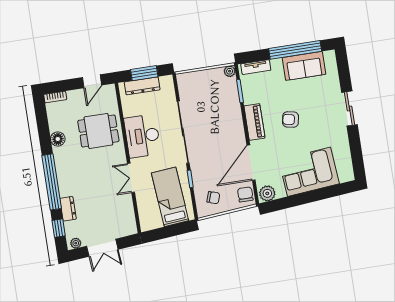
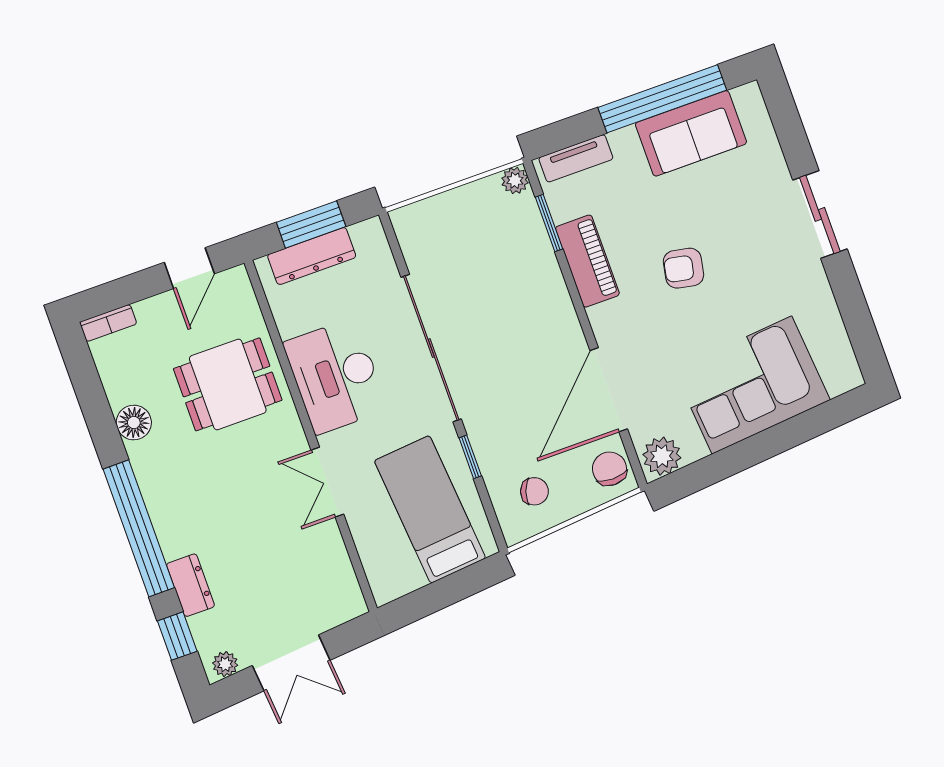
piano: (254, 122) -> (587, 261), moved

